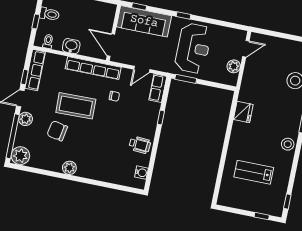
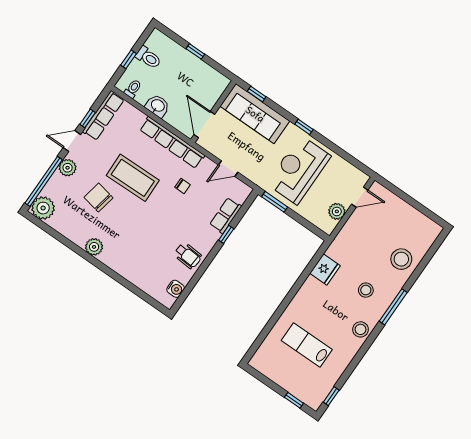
reception desk: (193, 48) -> (299, 170), turned 180
row of seats: (158, 88) -> (226, 215), moved
stool: (279, 114) -> (366, 290), added

